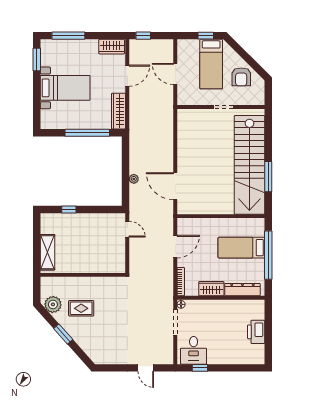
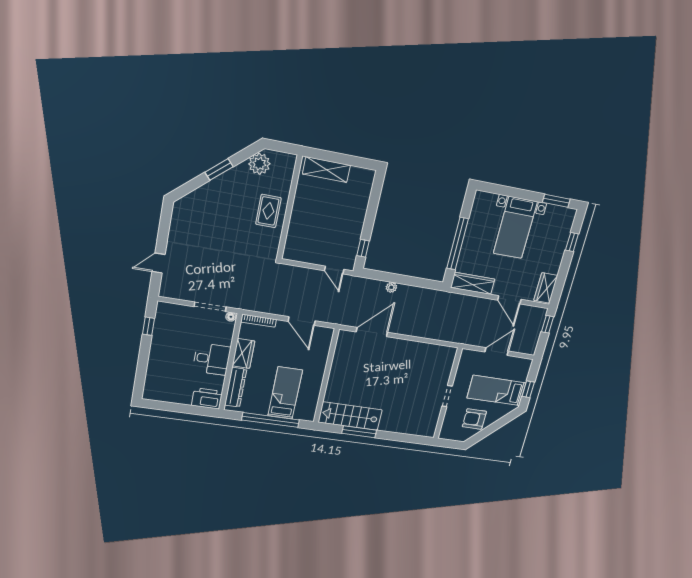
window: (68, 36) -> (572, 242), width x0.46
stairs: (249, 165) -> (350, 416), width x0.54, depth x0.66
window: (69, 210) -> (363, 248), moved
door: (127, 229) -> (334, 270), hinge flipped
rug: (81, 308) -> (268, 211), moved
printer: (256, 332) -> (207, 398), moved
desk: (194, 350) -> (212, 359), moved, turned 180

